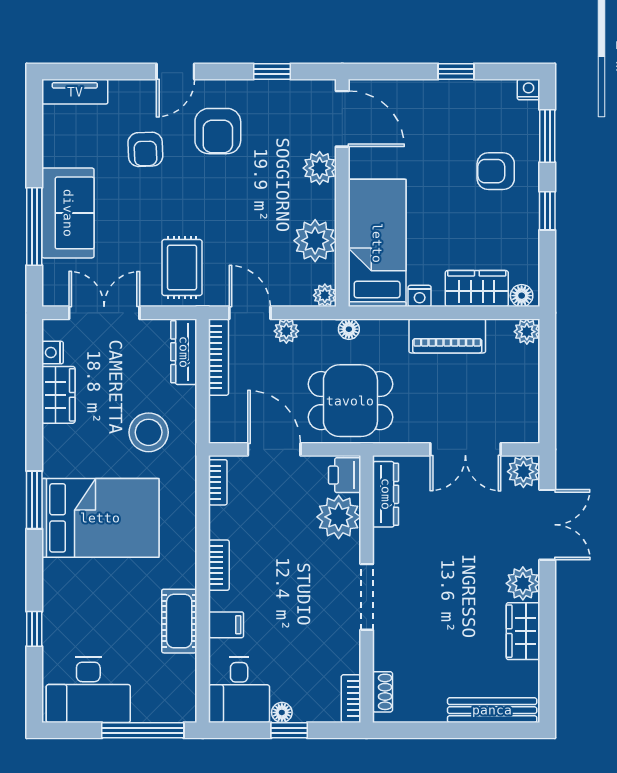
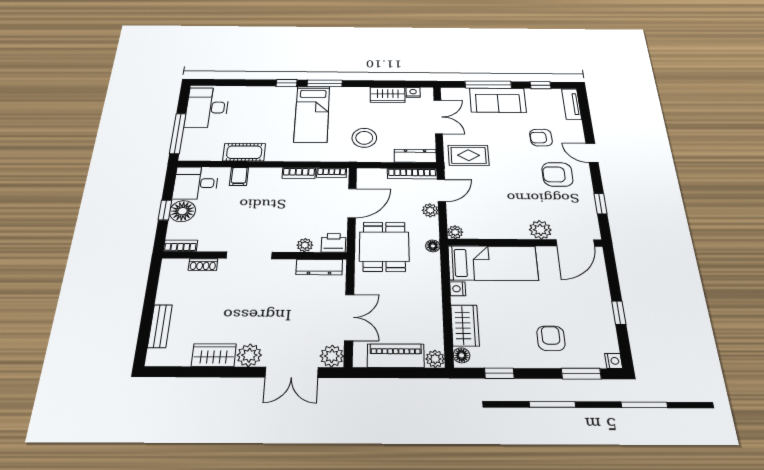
window: (34, 139) -> (541, 85), added
window: (547, 211) -> (499, 373), moved
plant: (315, 241) -> (491, 227), removed
piano: (447, 336) -> (396, 356), moved, turned 90
double door: (465, 449) -> (349, 317), swing flipped
plant: (339, 517) -> (305, 245), width x0.53, depth x0.53
bed: (100, 518) -> (312, 114), width x0.67
bookcase: (219, 565) -> (299, 173), moved
window: (34, 629) -> (287, 83), moved
shoe rack: (382, 692) -> (203, 264), moved
bench: (492, 710) -> (160, 326), width x0.73
floor lamp: (282, 712) -> (182, 211), width x1.89, depth x1.89

